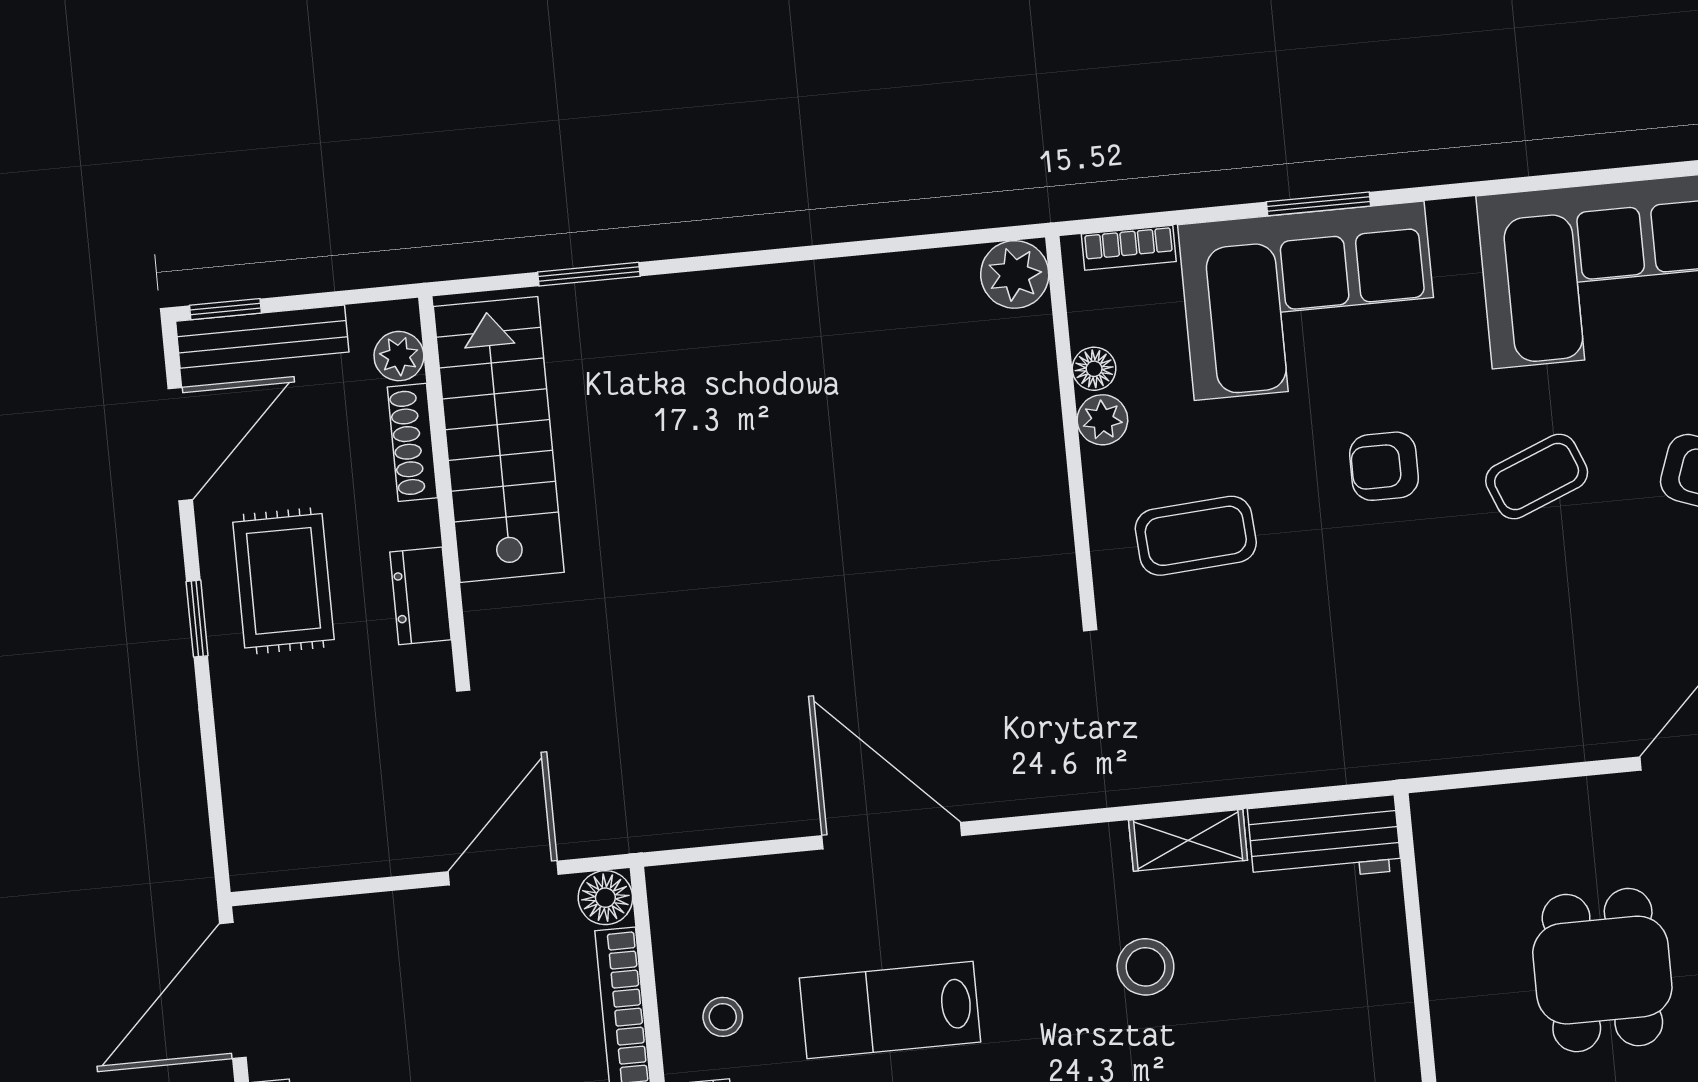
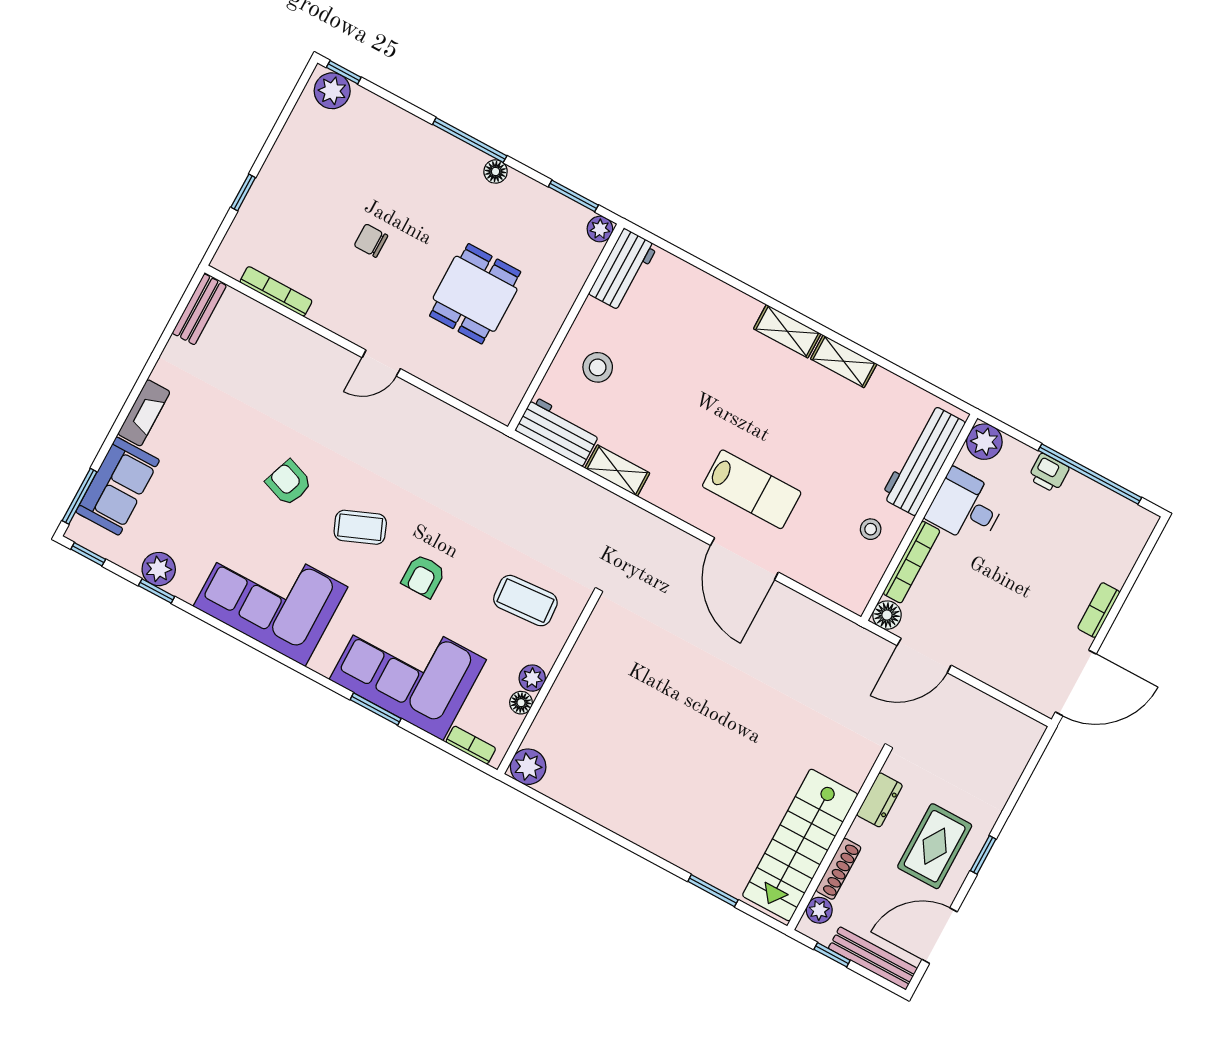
window: (225, 309) -> (832, 955), moved
armchair: (1384, 466) -> (423, 576), turned 90
stool: (1145, 967) -> (598, 367), moved
lab bench: (890, 1010) -> (752, 489), moved

